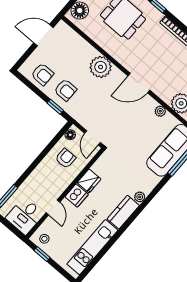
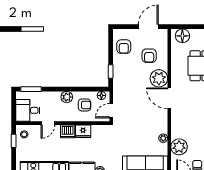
door: (43, 35) -> (148, 27), hinge flipped
door: (139, 83) -> (169, 98), moved
armchair: (65, 90) -> (149, 56), moved
plant: (44, 169) -> (67, 97), added

